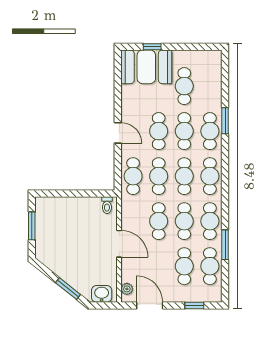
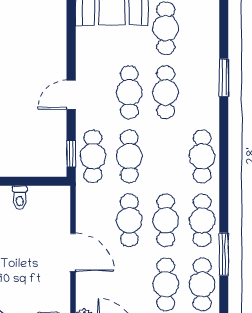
cafe table: (210, 131) -> (202, 92), removed
door: (118, 133) -> (71, 95), swing flipped
window: (118, 174) -> (71, 154), added
cafe table: (184, 176) -> (166, 156), removed
toilet: (107, 205) -> (20, 198), moved

